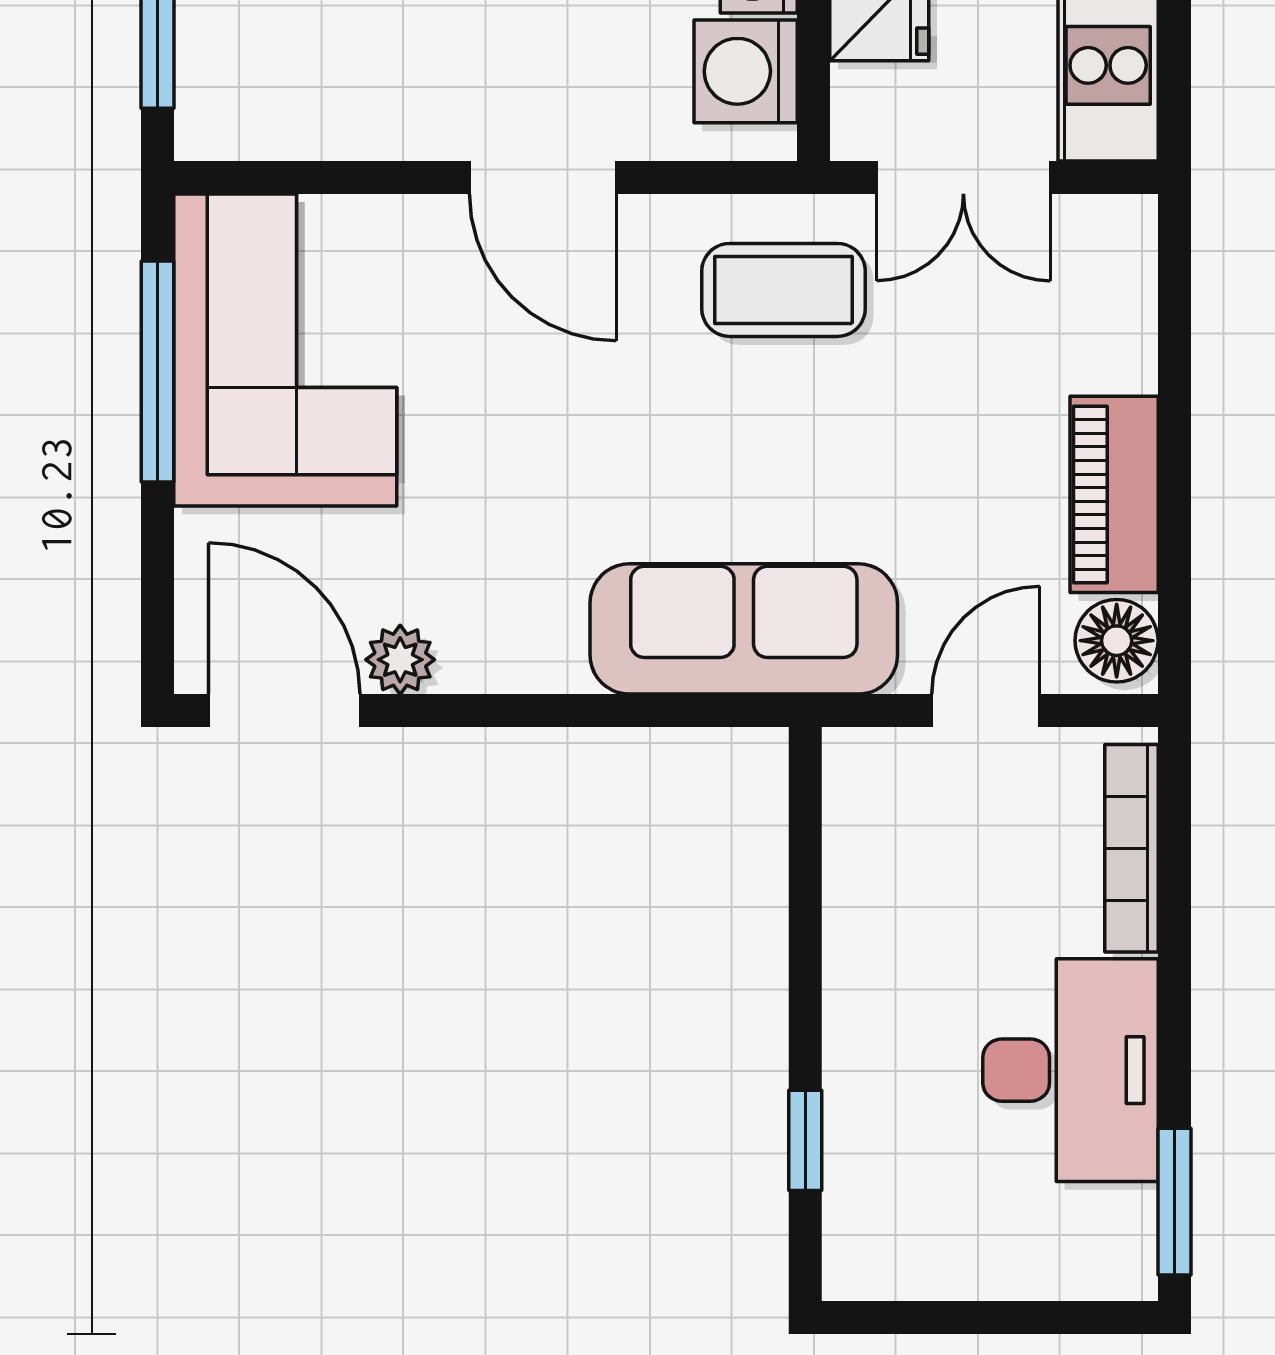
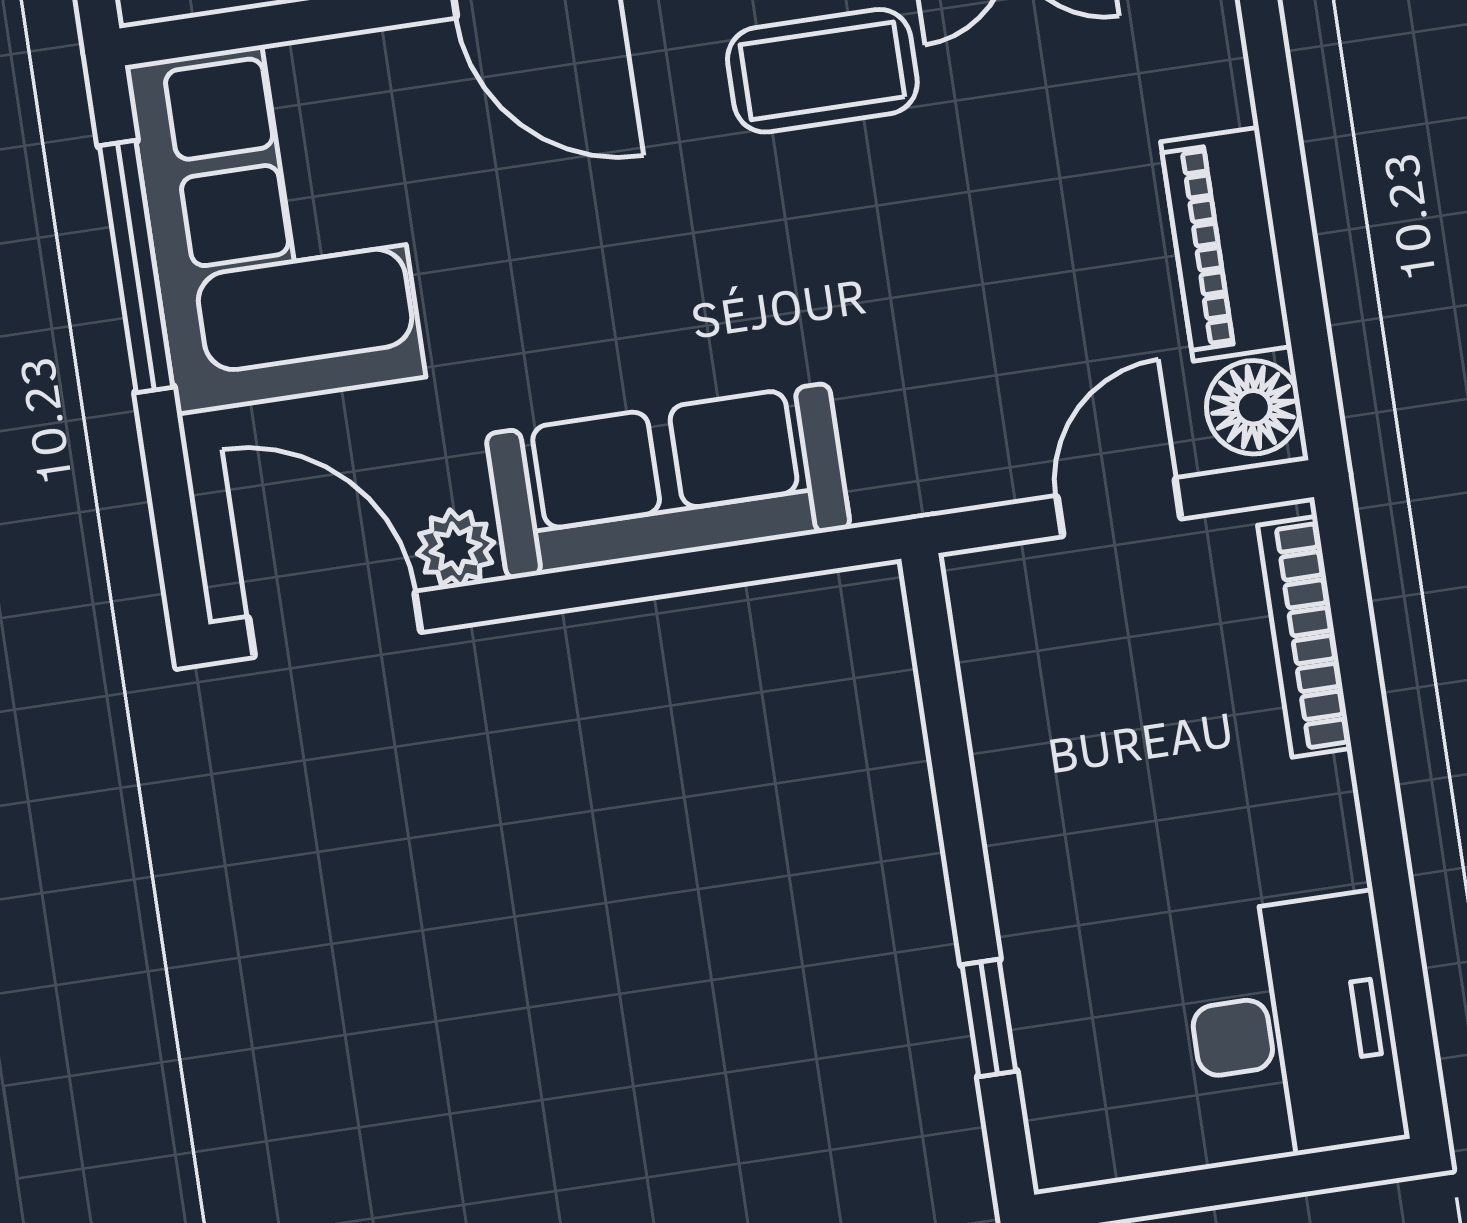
sofa: (744, 629) -> (668, 481), moved
desk: (1070, 1070) -> (1294, 1029), moved
window: (1174, 1202) -> (1412, 1025), removed

